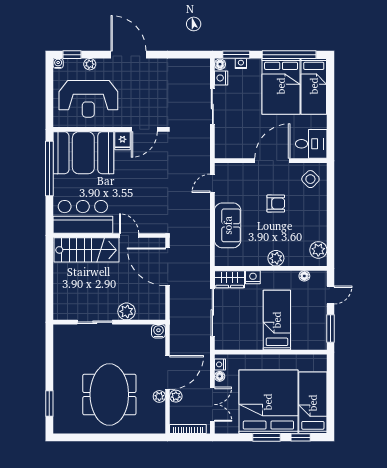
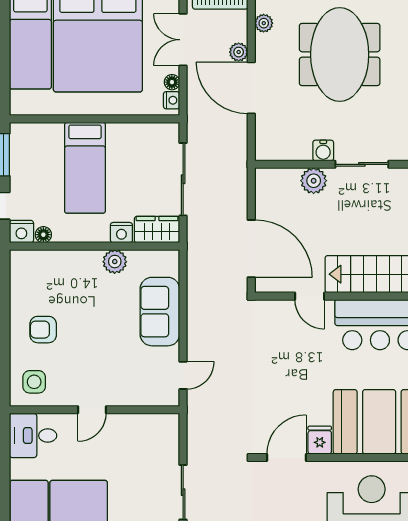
door: (272, 161) -> (92, 410), width x0.53
side table: (310, 179) -> (34, 382), turned 45
armchair: (276, 203) -> (43, 330), moved
plant: (318, 250) -> (22, 274), removed
plant: (276, 258) -> (115, 262), moved
nightstand: (319, 278) -> (21, 232), added
water cooler: (158, 331) -> (323, 151), moved
door: (168, 373) -> (251, 88), hinge flipped
plant: (159, 396) -> (264, 23), moved

